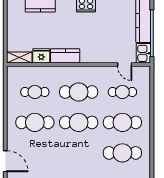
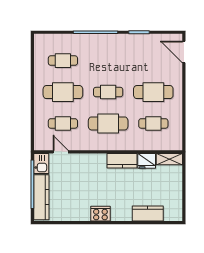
cafe table: (79, 122) -> (108, 92), width x0.73, depth x0.74
cafe table: (122, 153) -> (63, 61), width x0.73, depth x0.74

